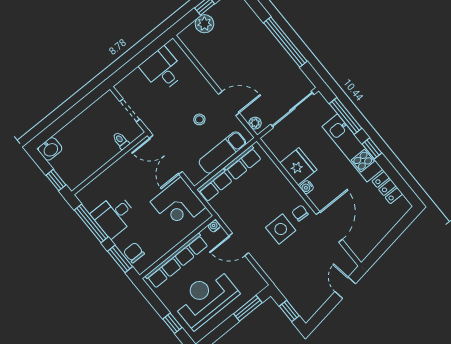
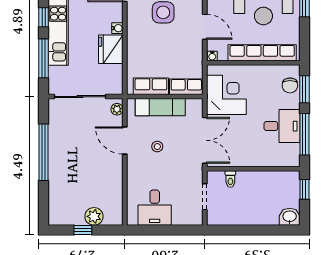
chair: (300, 213) -> (138, 13), removed

